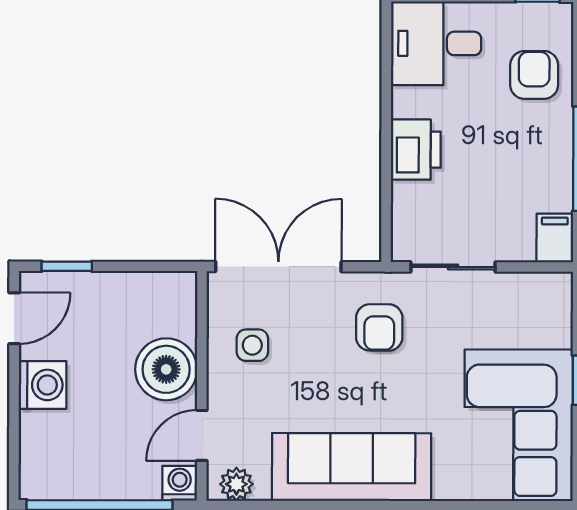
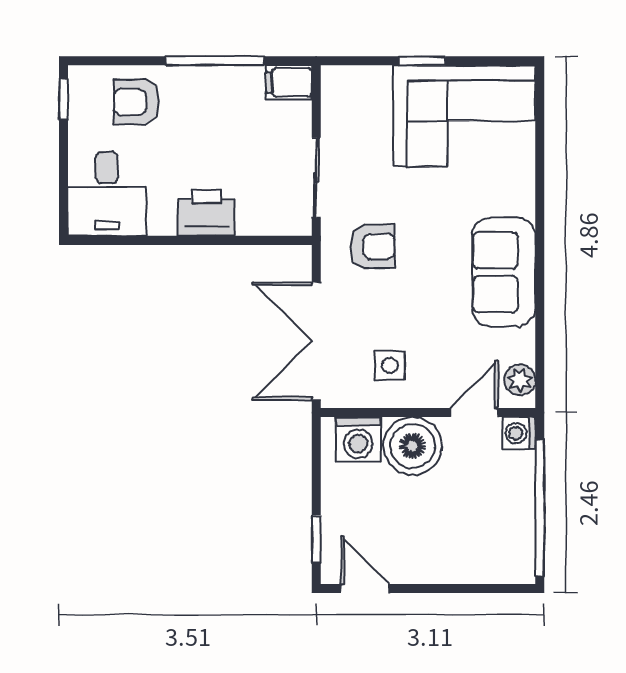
washing machine: (43, 385) -> (358, 439), moved, turned 180
door: (202, 435) -> (474, 413), swing flipped
sofa: (352, 467) -> (504, 272), width x0.73

